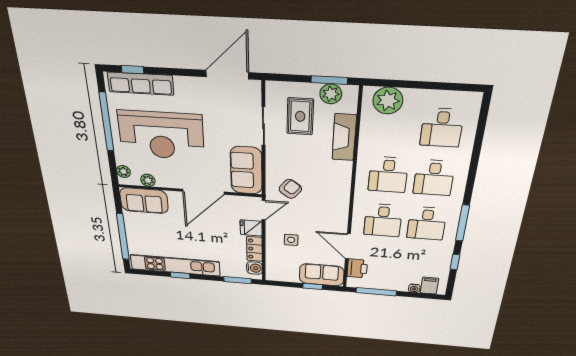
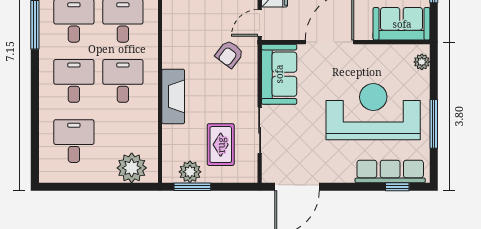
window: (106, 122) -> (434, 124), width x0.68
fireplace: (344, 137) -> (173, 96), moved
plant: (148, 180) -> (394, 52), removed

